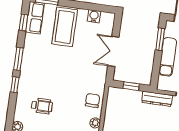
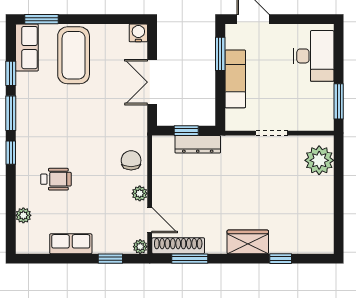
water cooler: (94, 16) -> (138, 33), moved
window: (23, 23) -> (11, 73), moved
dresser: (157, 99) -> (198, 144), moved

